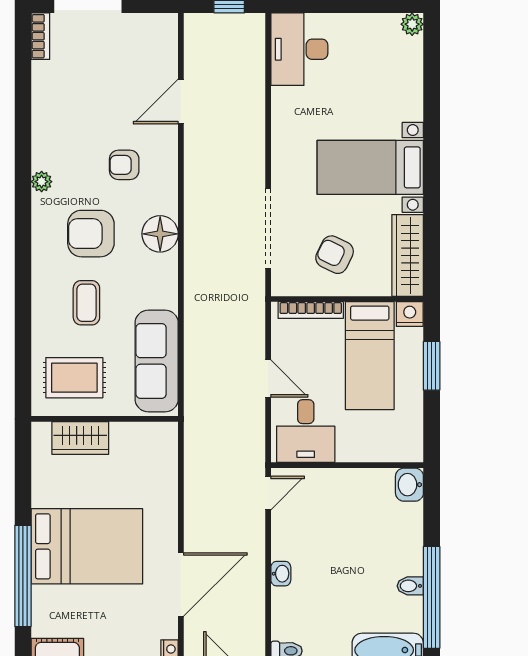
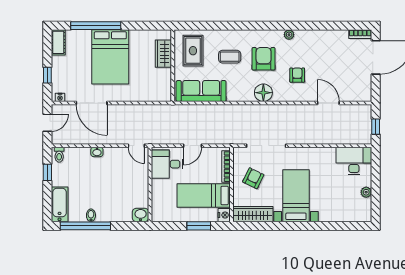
plant: (412, 24) -> (366, 192), moved

